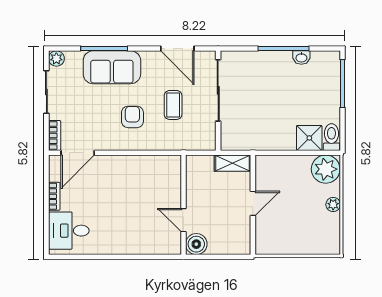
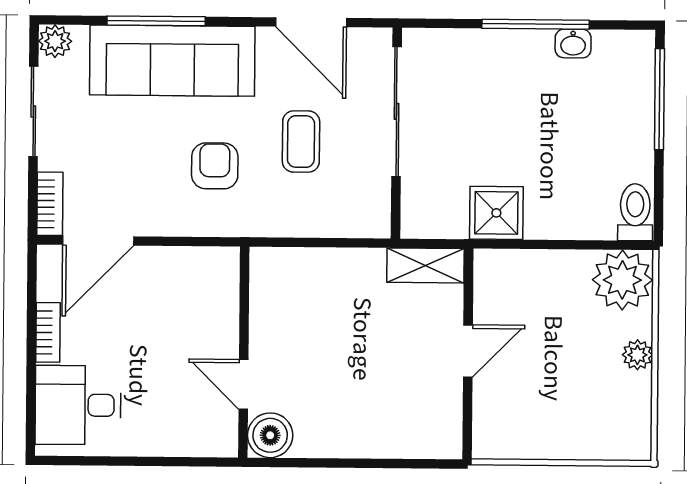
sofa: (112, 67) -> (172, 61), width x1.36
shower: (309, 138) -> (496, 213), moved
wall: (183, 205) -> (244, 352), moved
door: (183, 220) -> (243, 384), moved
boiler: (196, 244) -> (270, 435), moved

